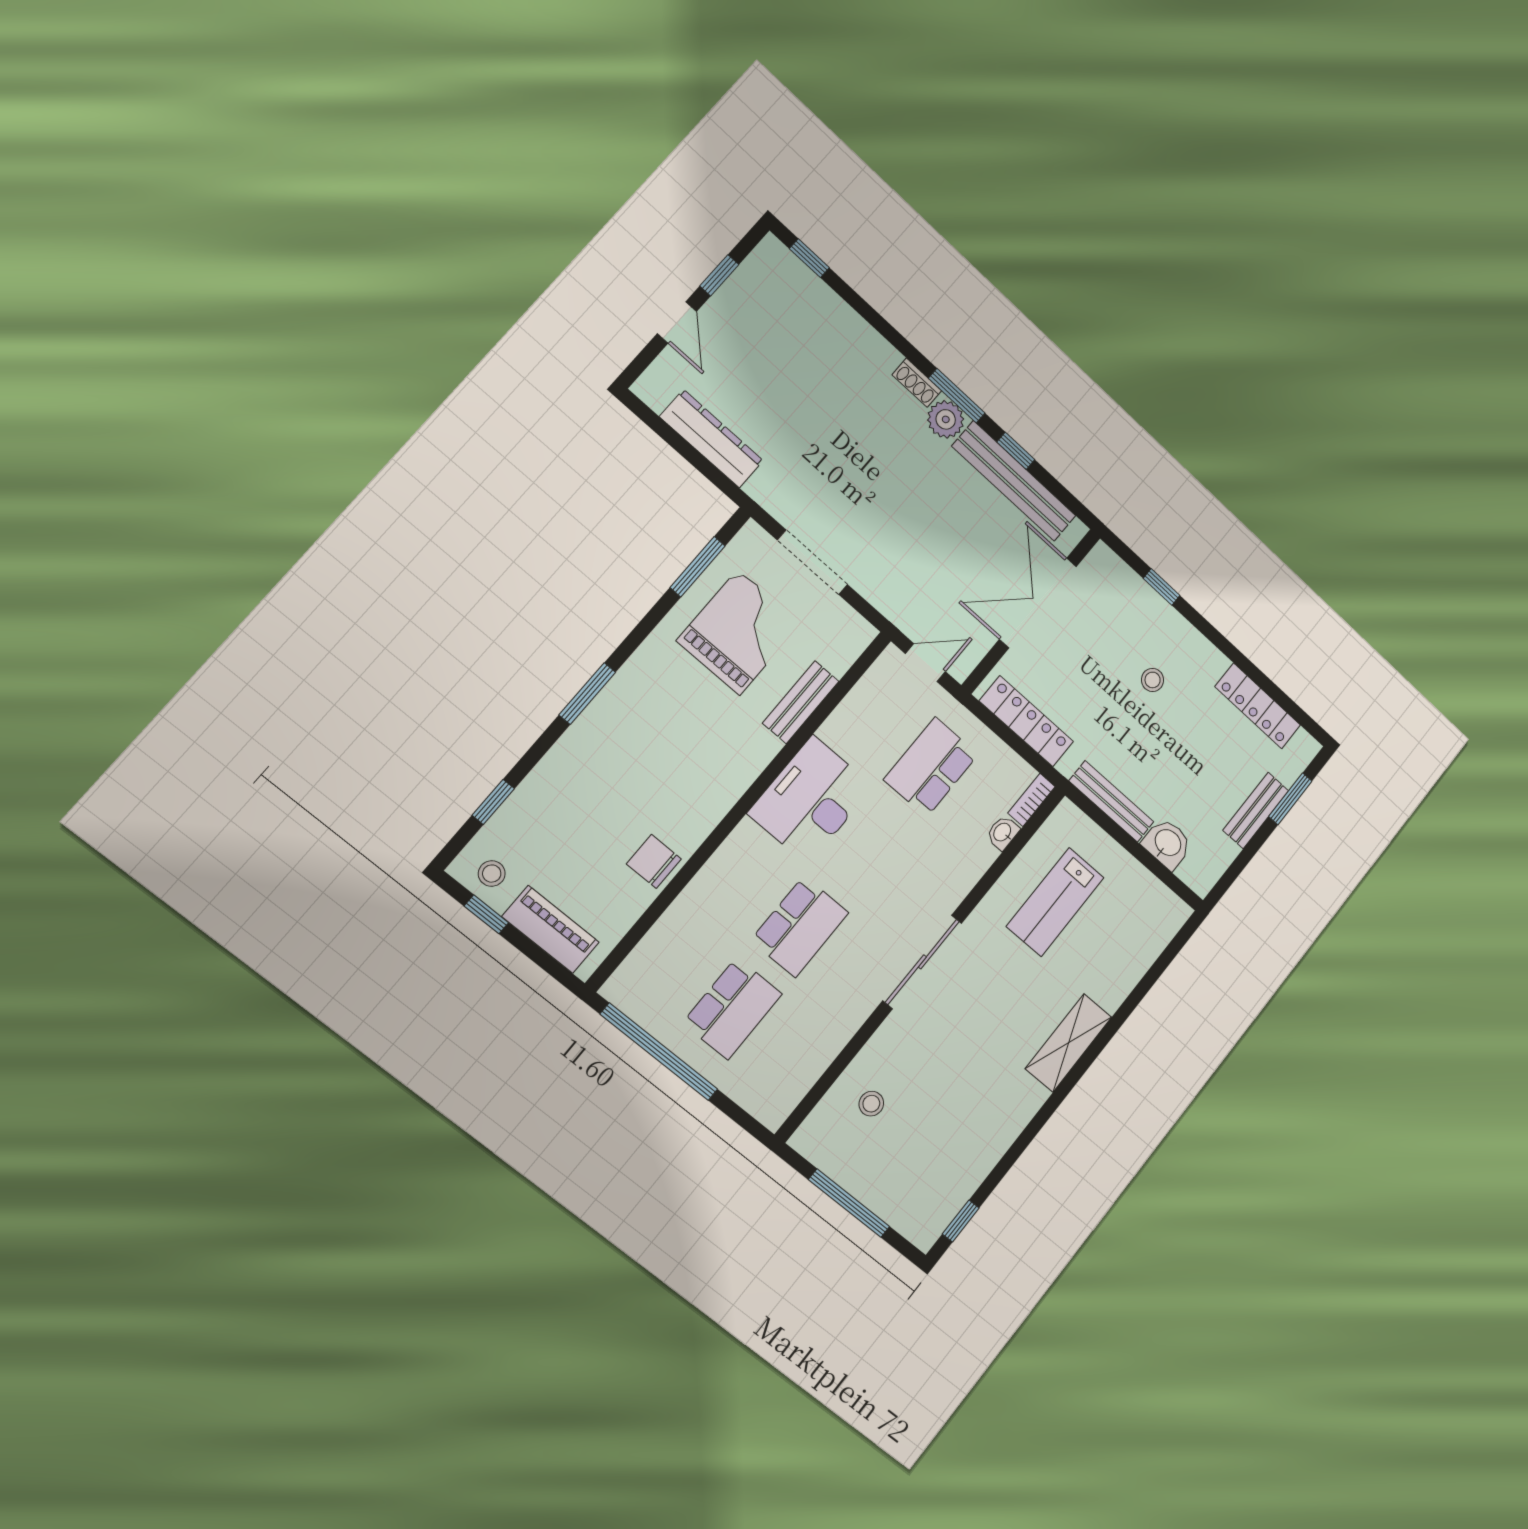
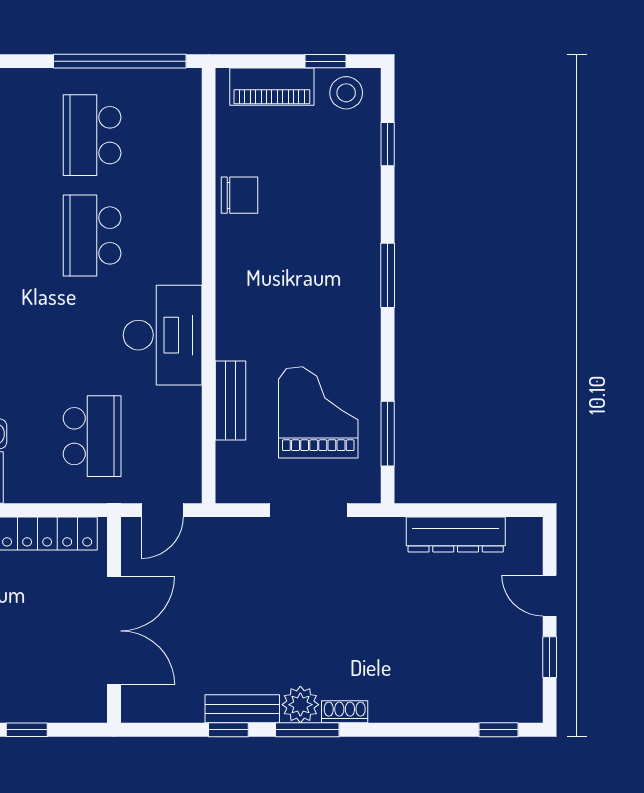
bench: (1014, 481) -> (242, 709), width x0.54, depth x0.82
grand piano: (739, 632) -> (318, 412), turned 180
stool: (492, 874) -> (346, 93), width x1.37, depth x1.37

